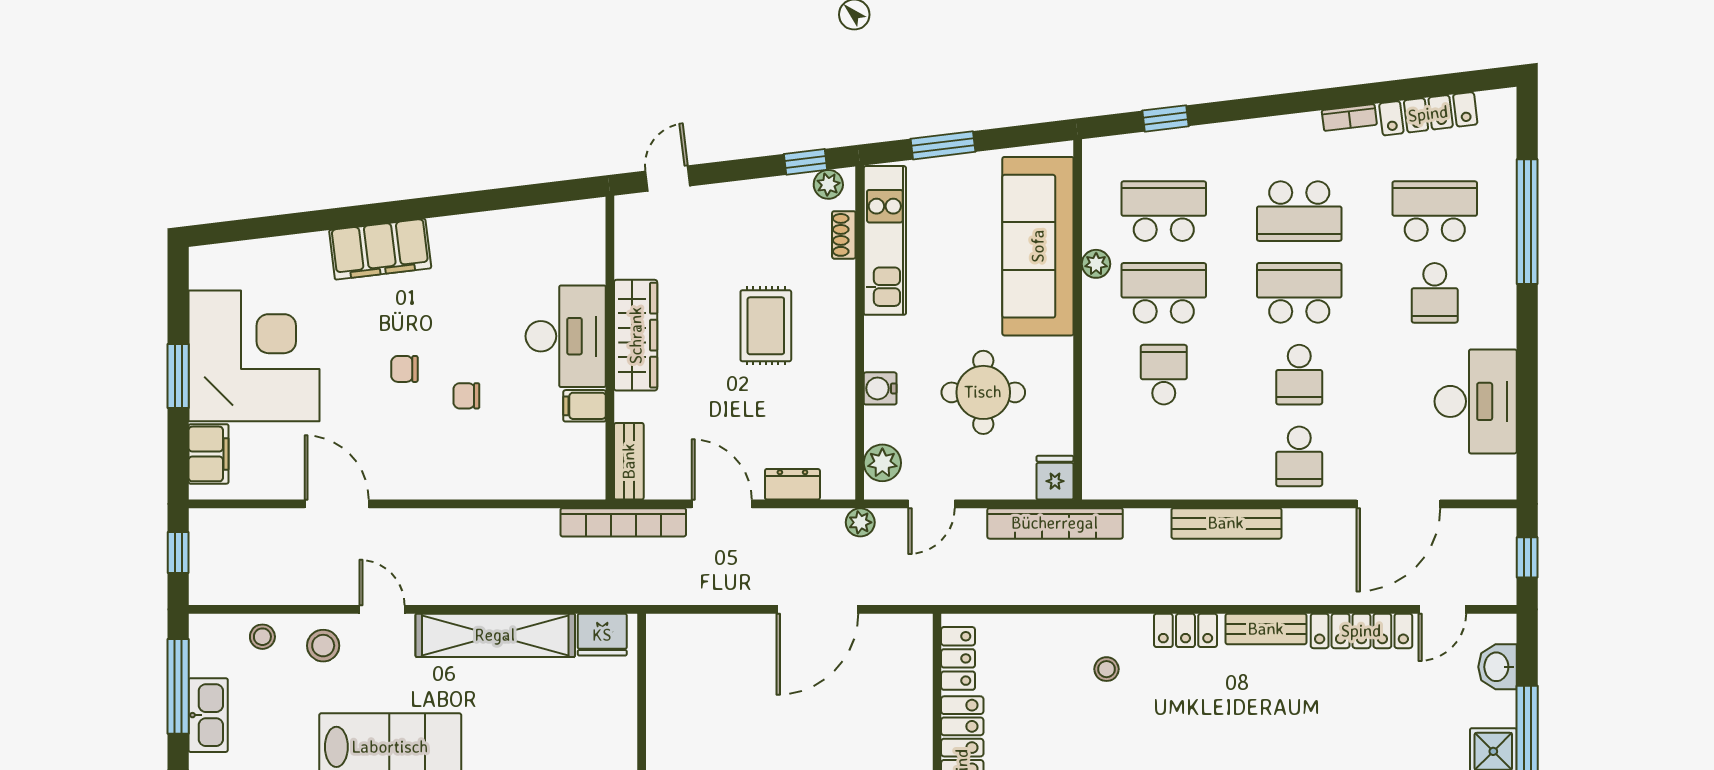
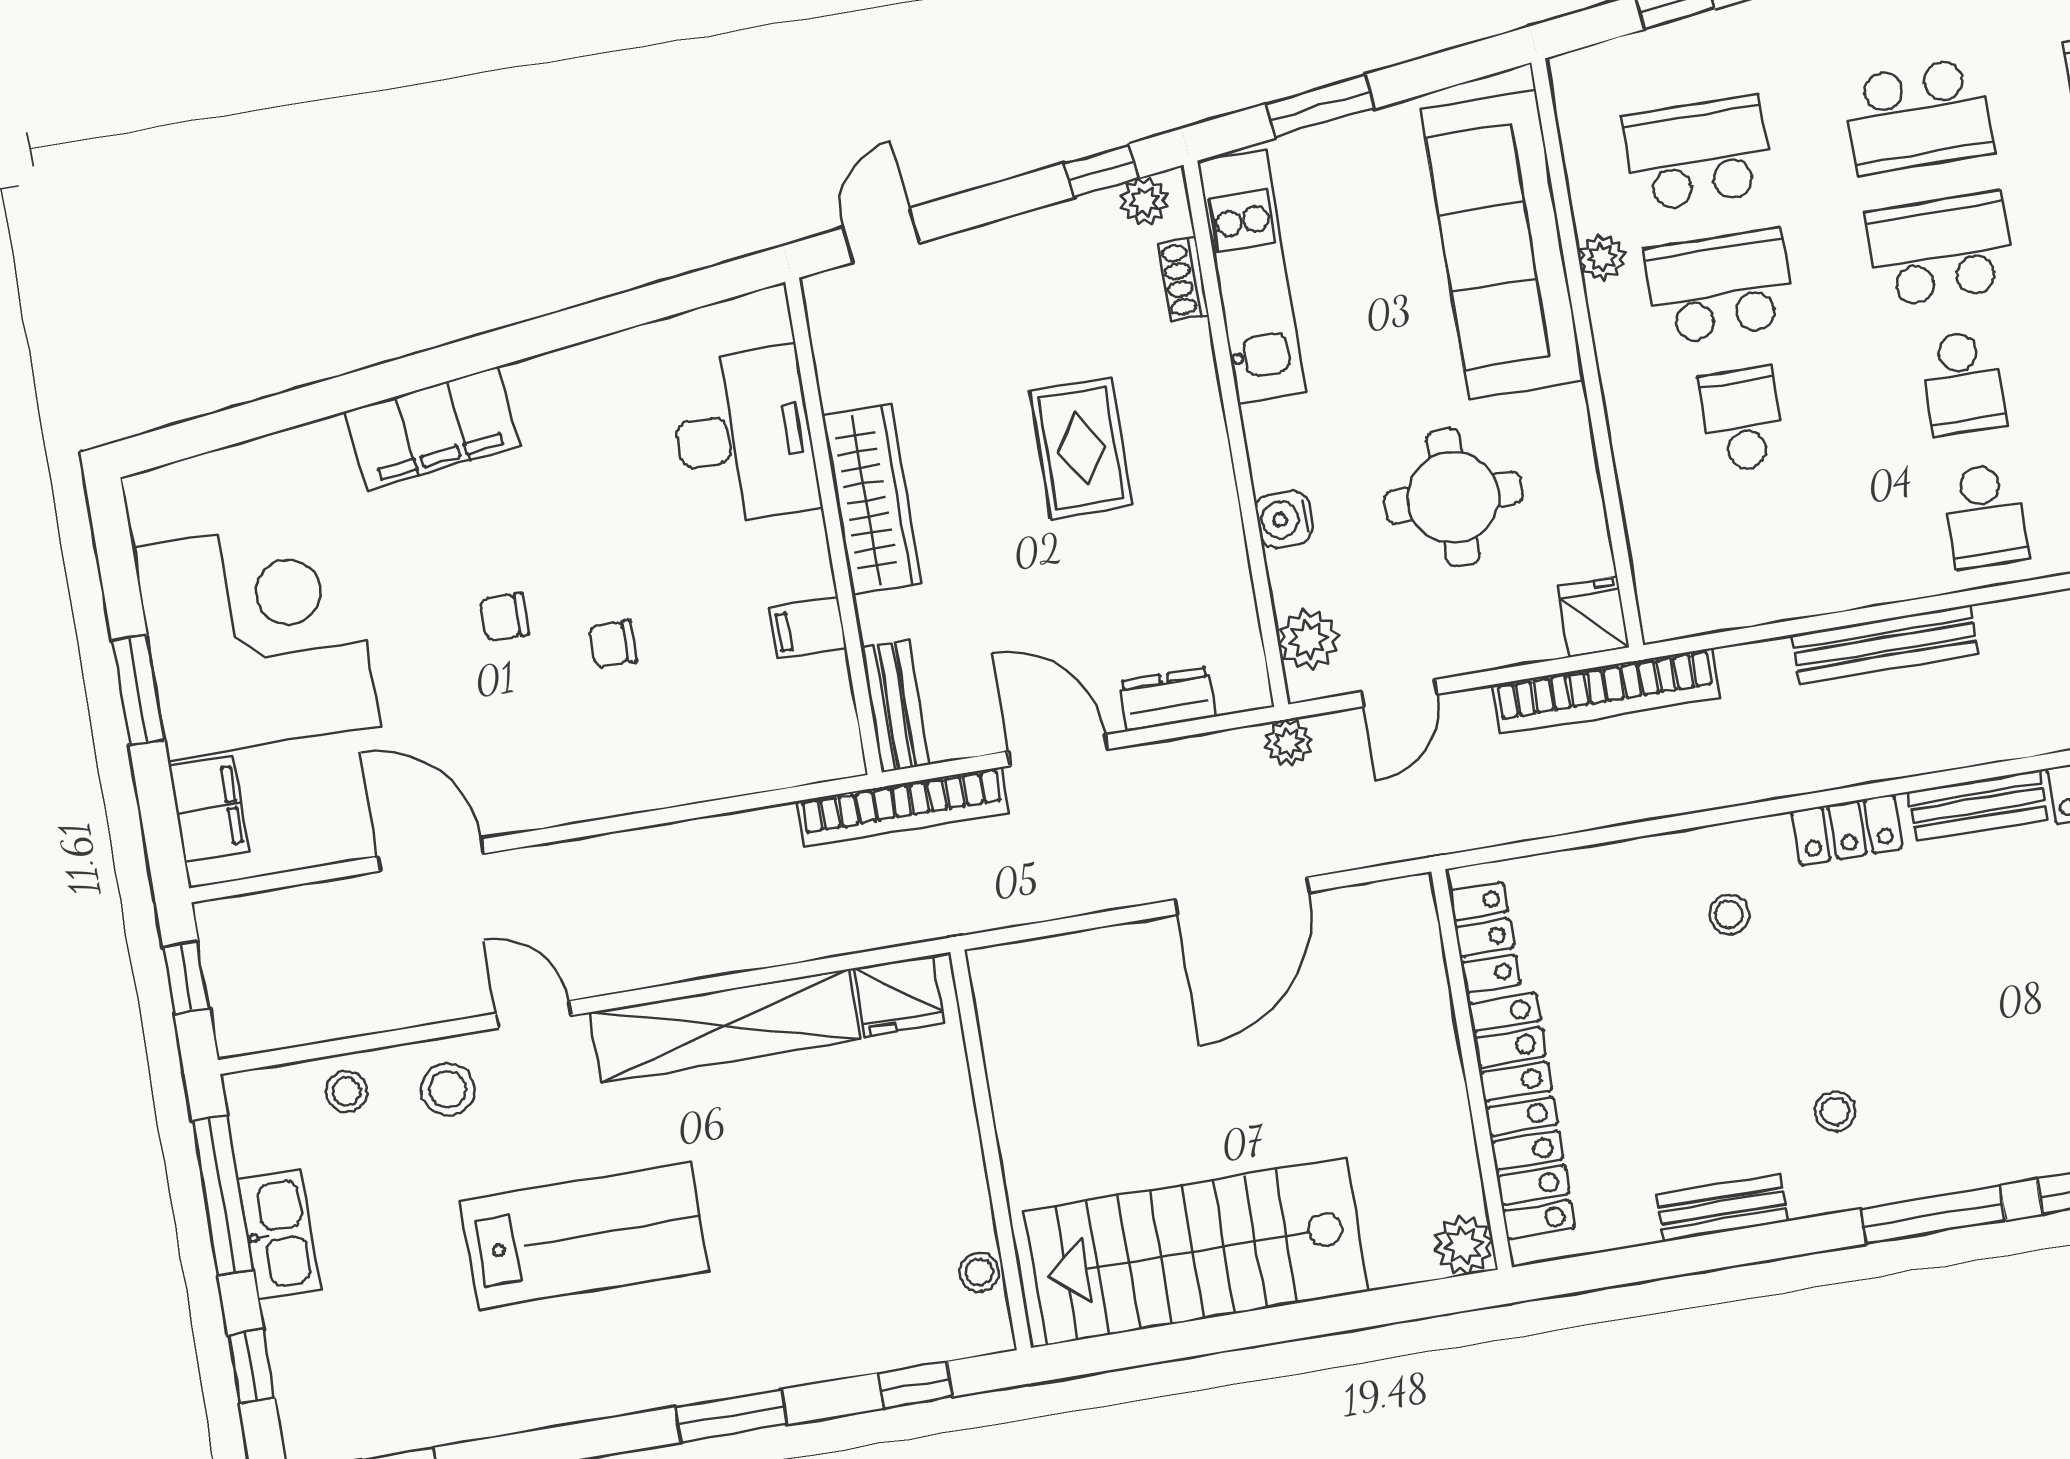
desk: (566, 336) -> (744, 436), moved

